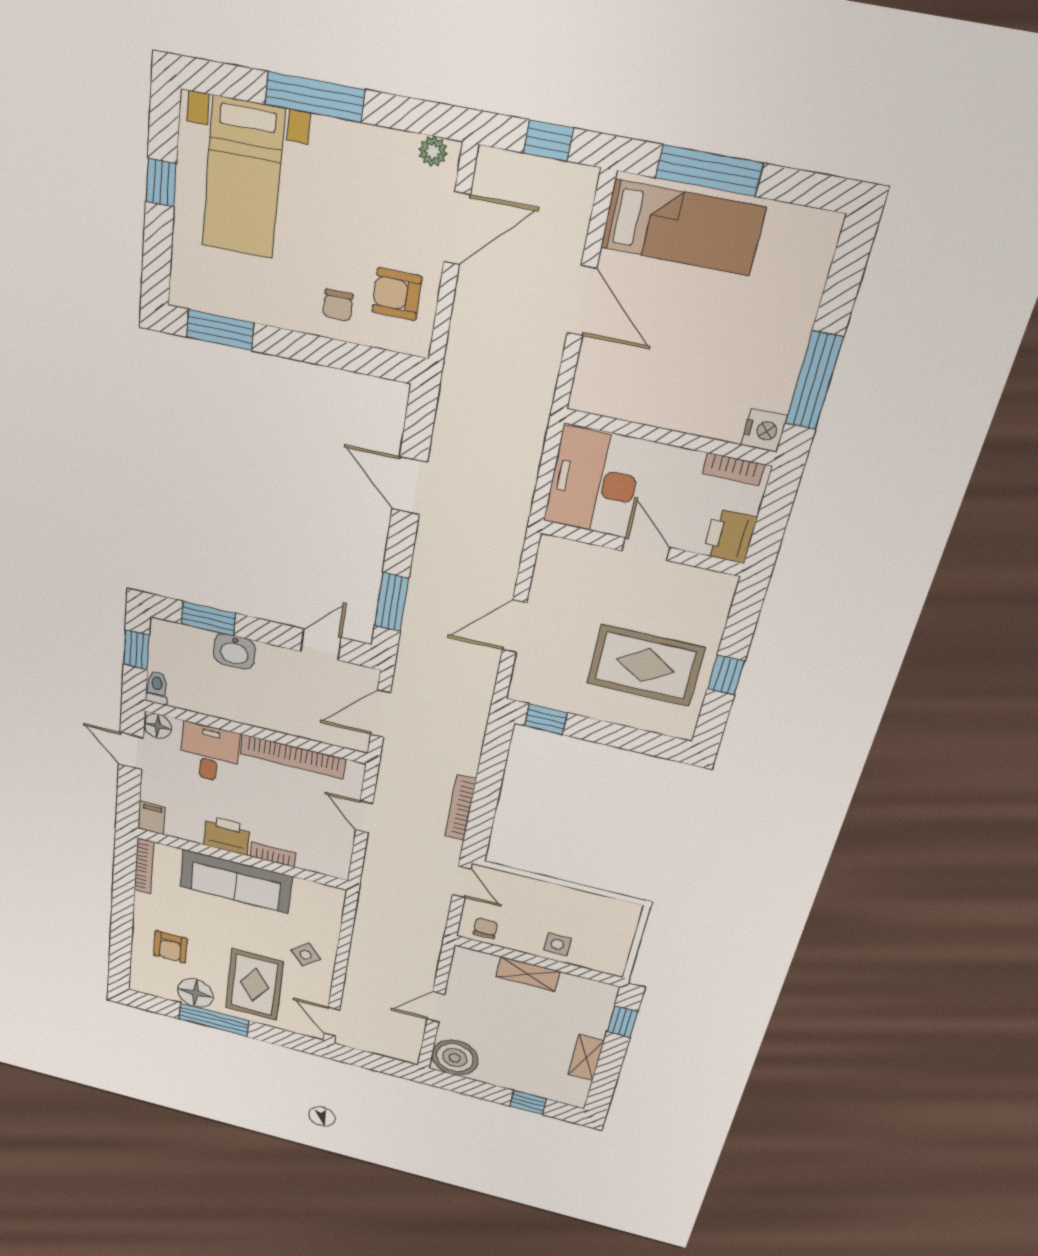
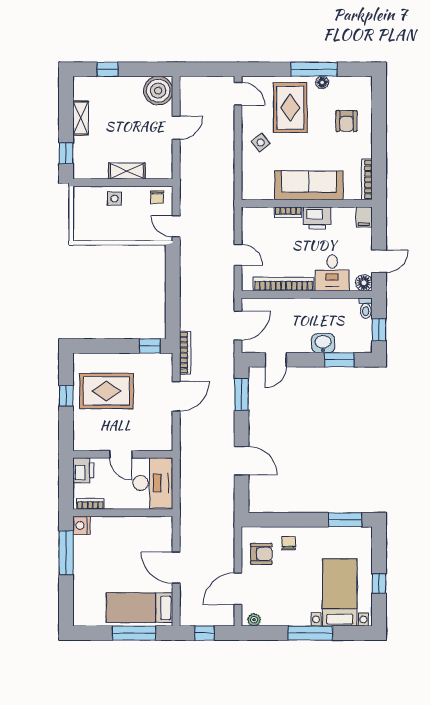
door: (131, 751) -> (379, 261), hinge flipped
bookcase: (461, 808) -> (185, 353), moved
armchair: (170, 947) -> (346, 121), turned 180
floor lamp: (195, 993) -> (322, 82), width x0.53, depth x0.53

